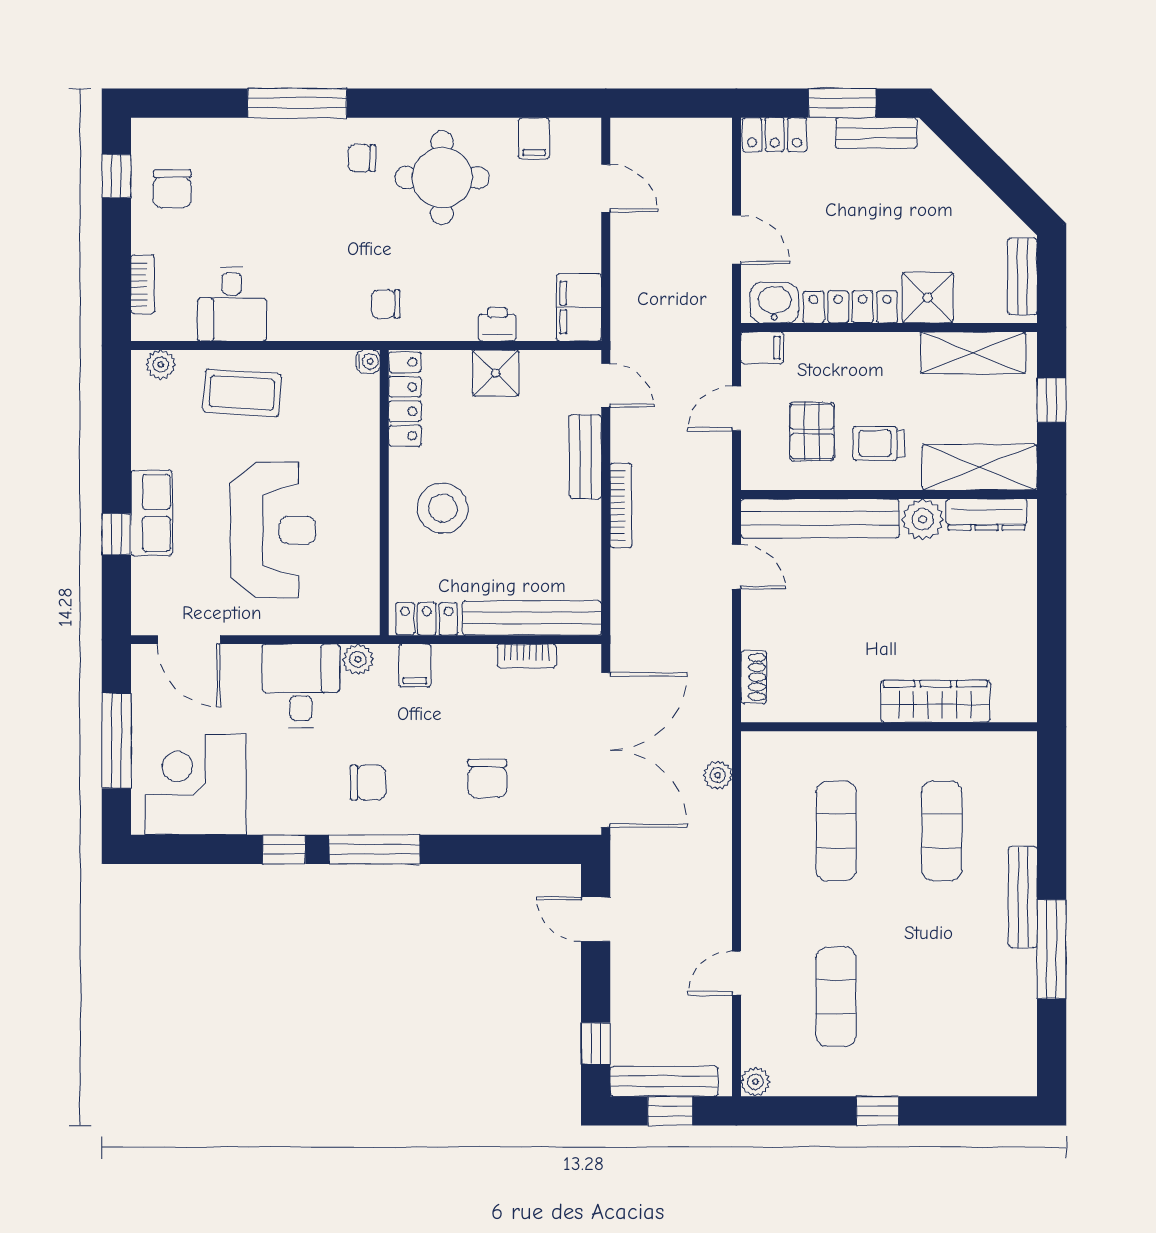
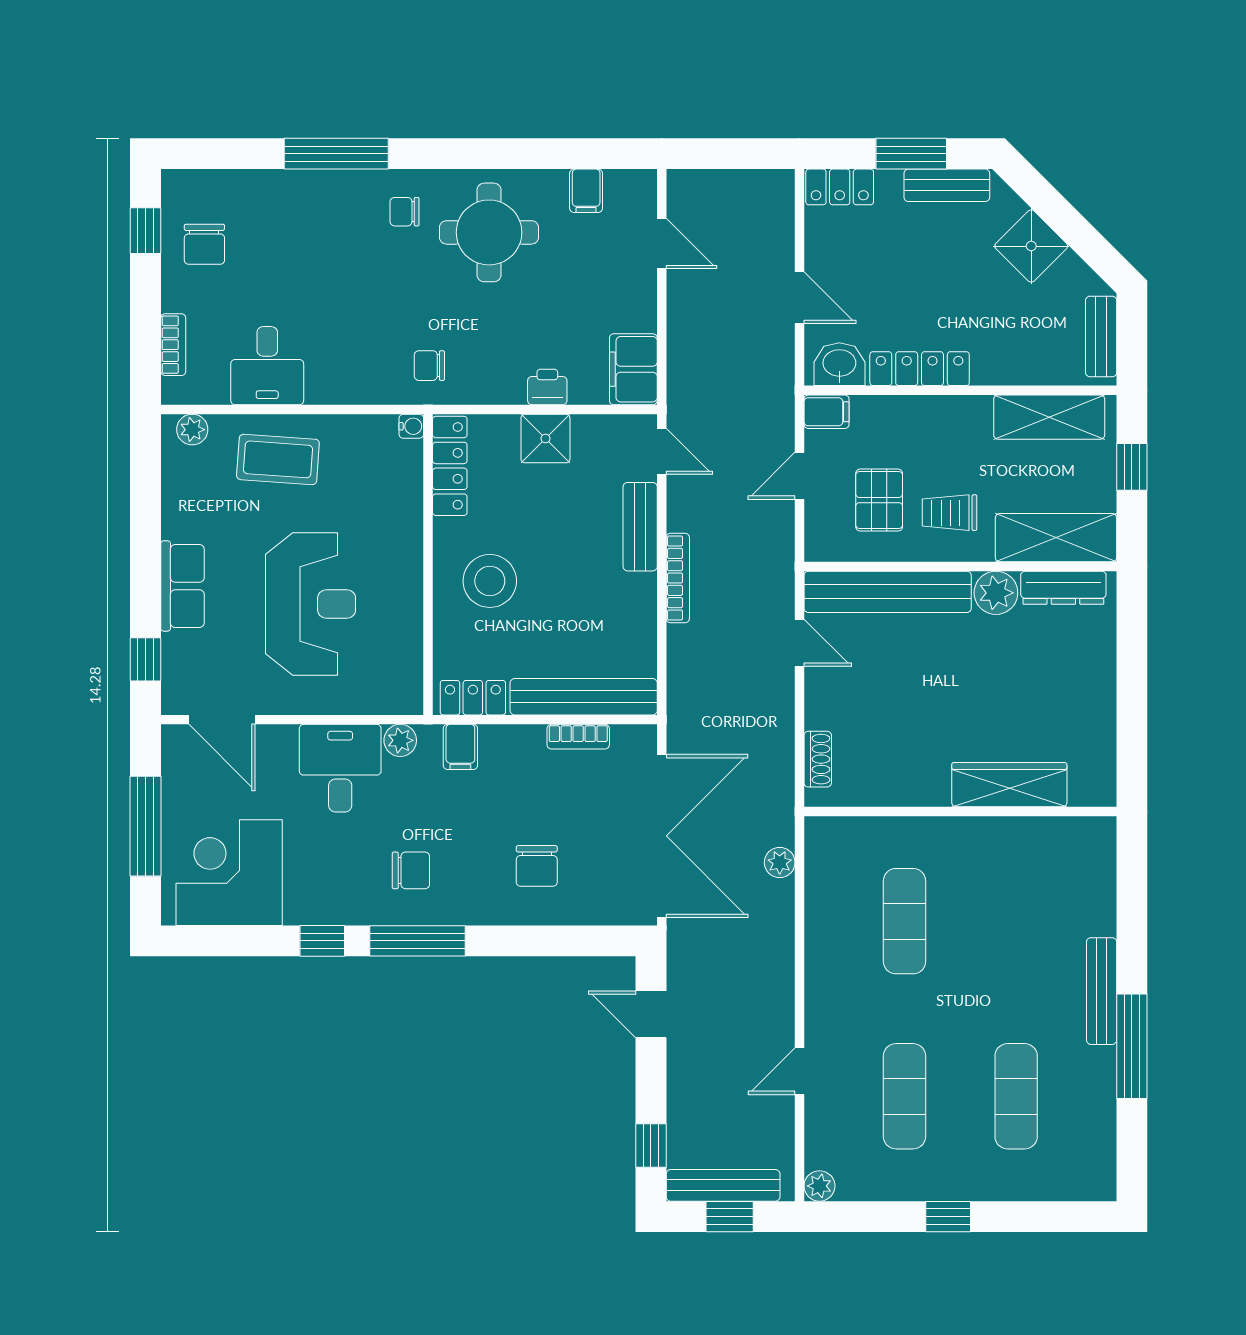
shower: (928, 298) -> (1031, 246), moved, turned 45
window: (116, 534) -> (146, 659), moved
exercise mat: (942, 831) -> (1016, 1096), moved

